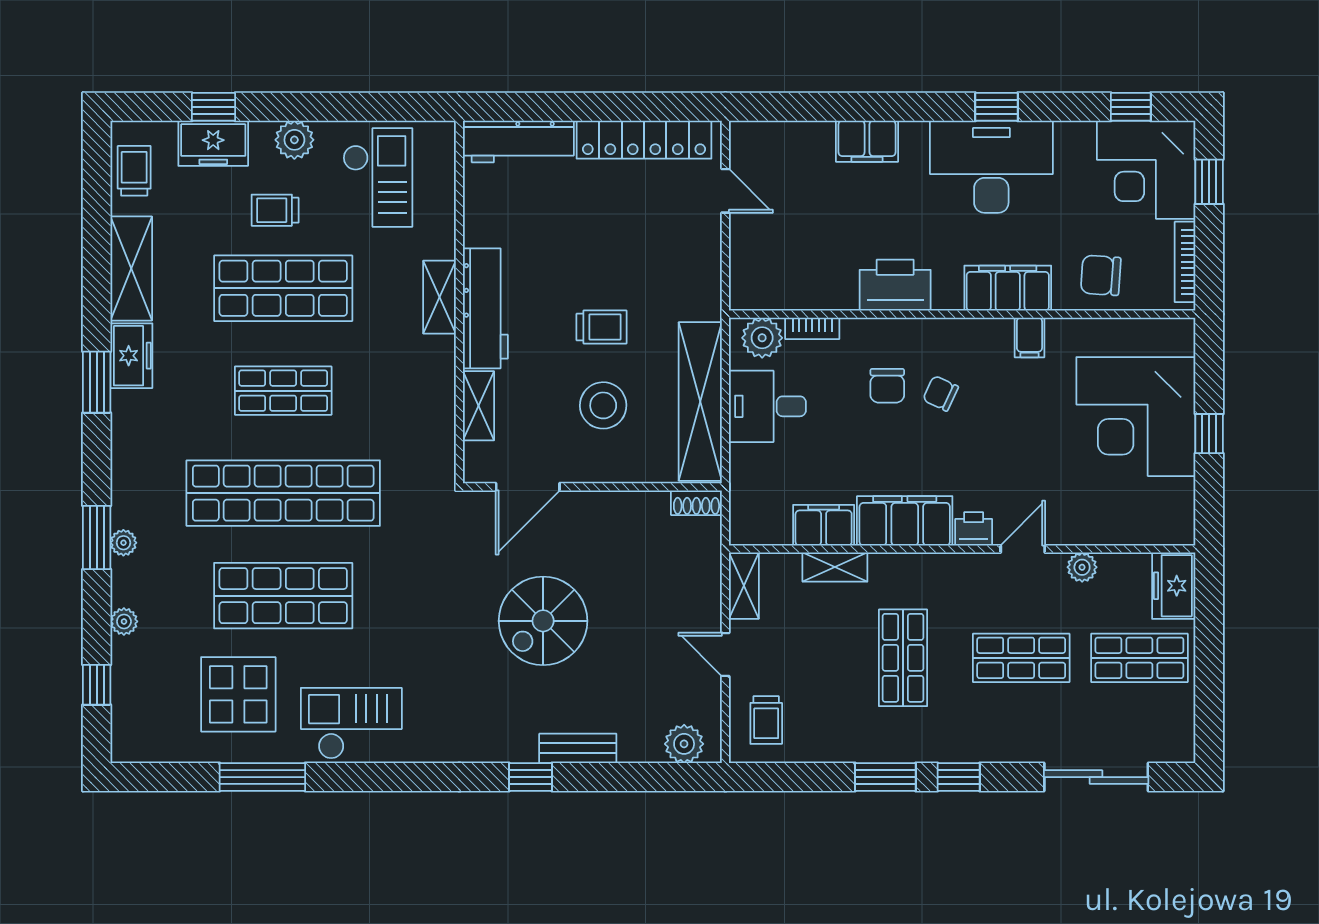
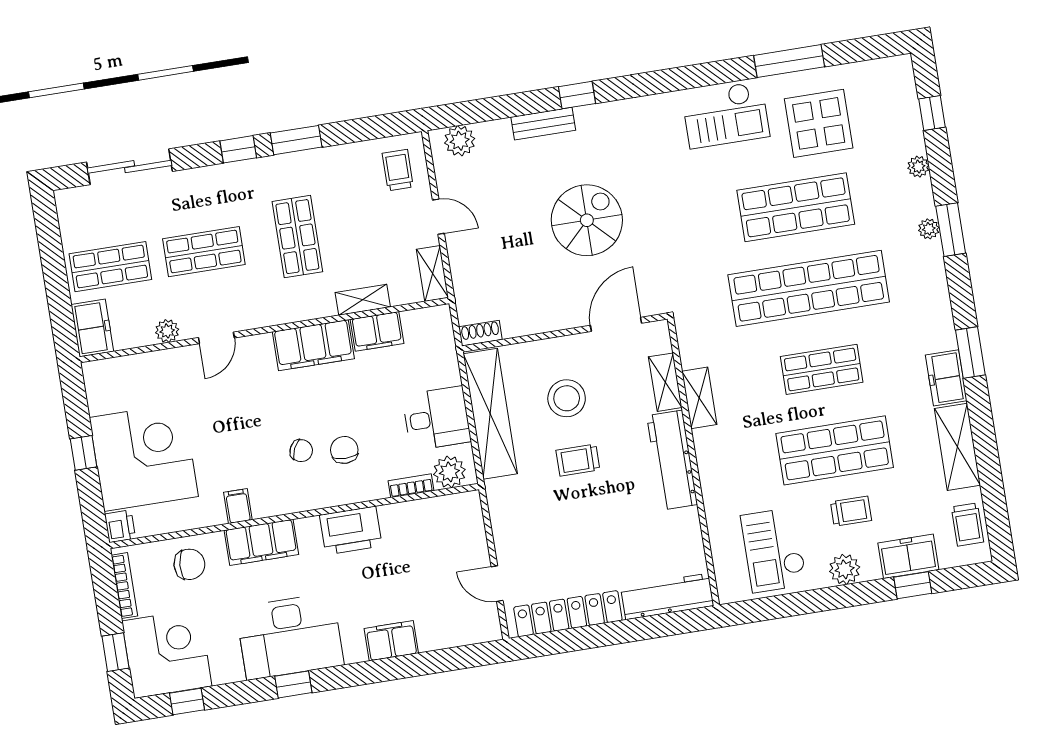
shelving: (440, 297) -> (699, 398), moved
printer: (974, 529) -> (120, 526), moved, turned -90

